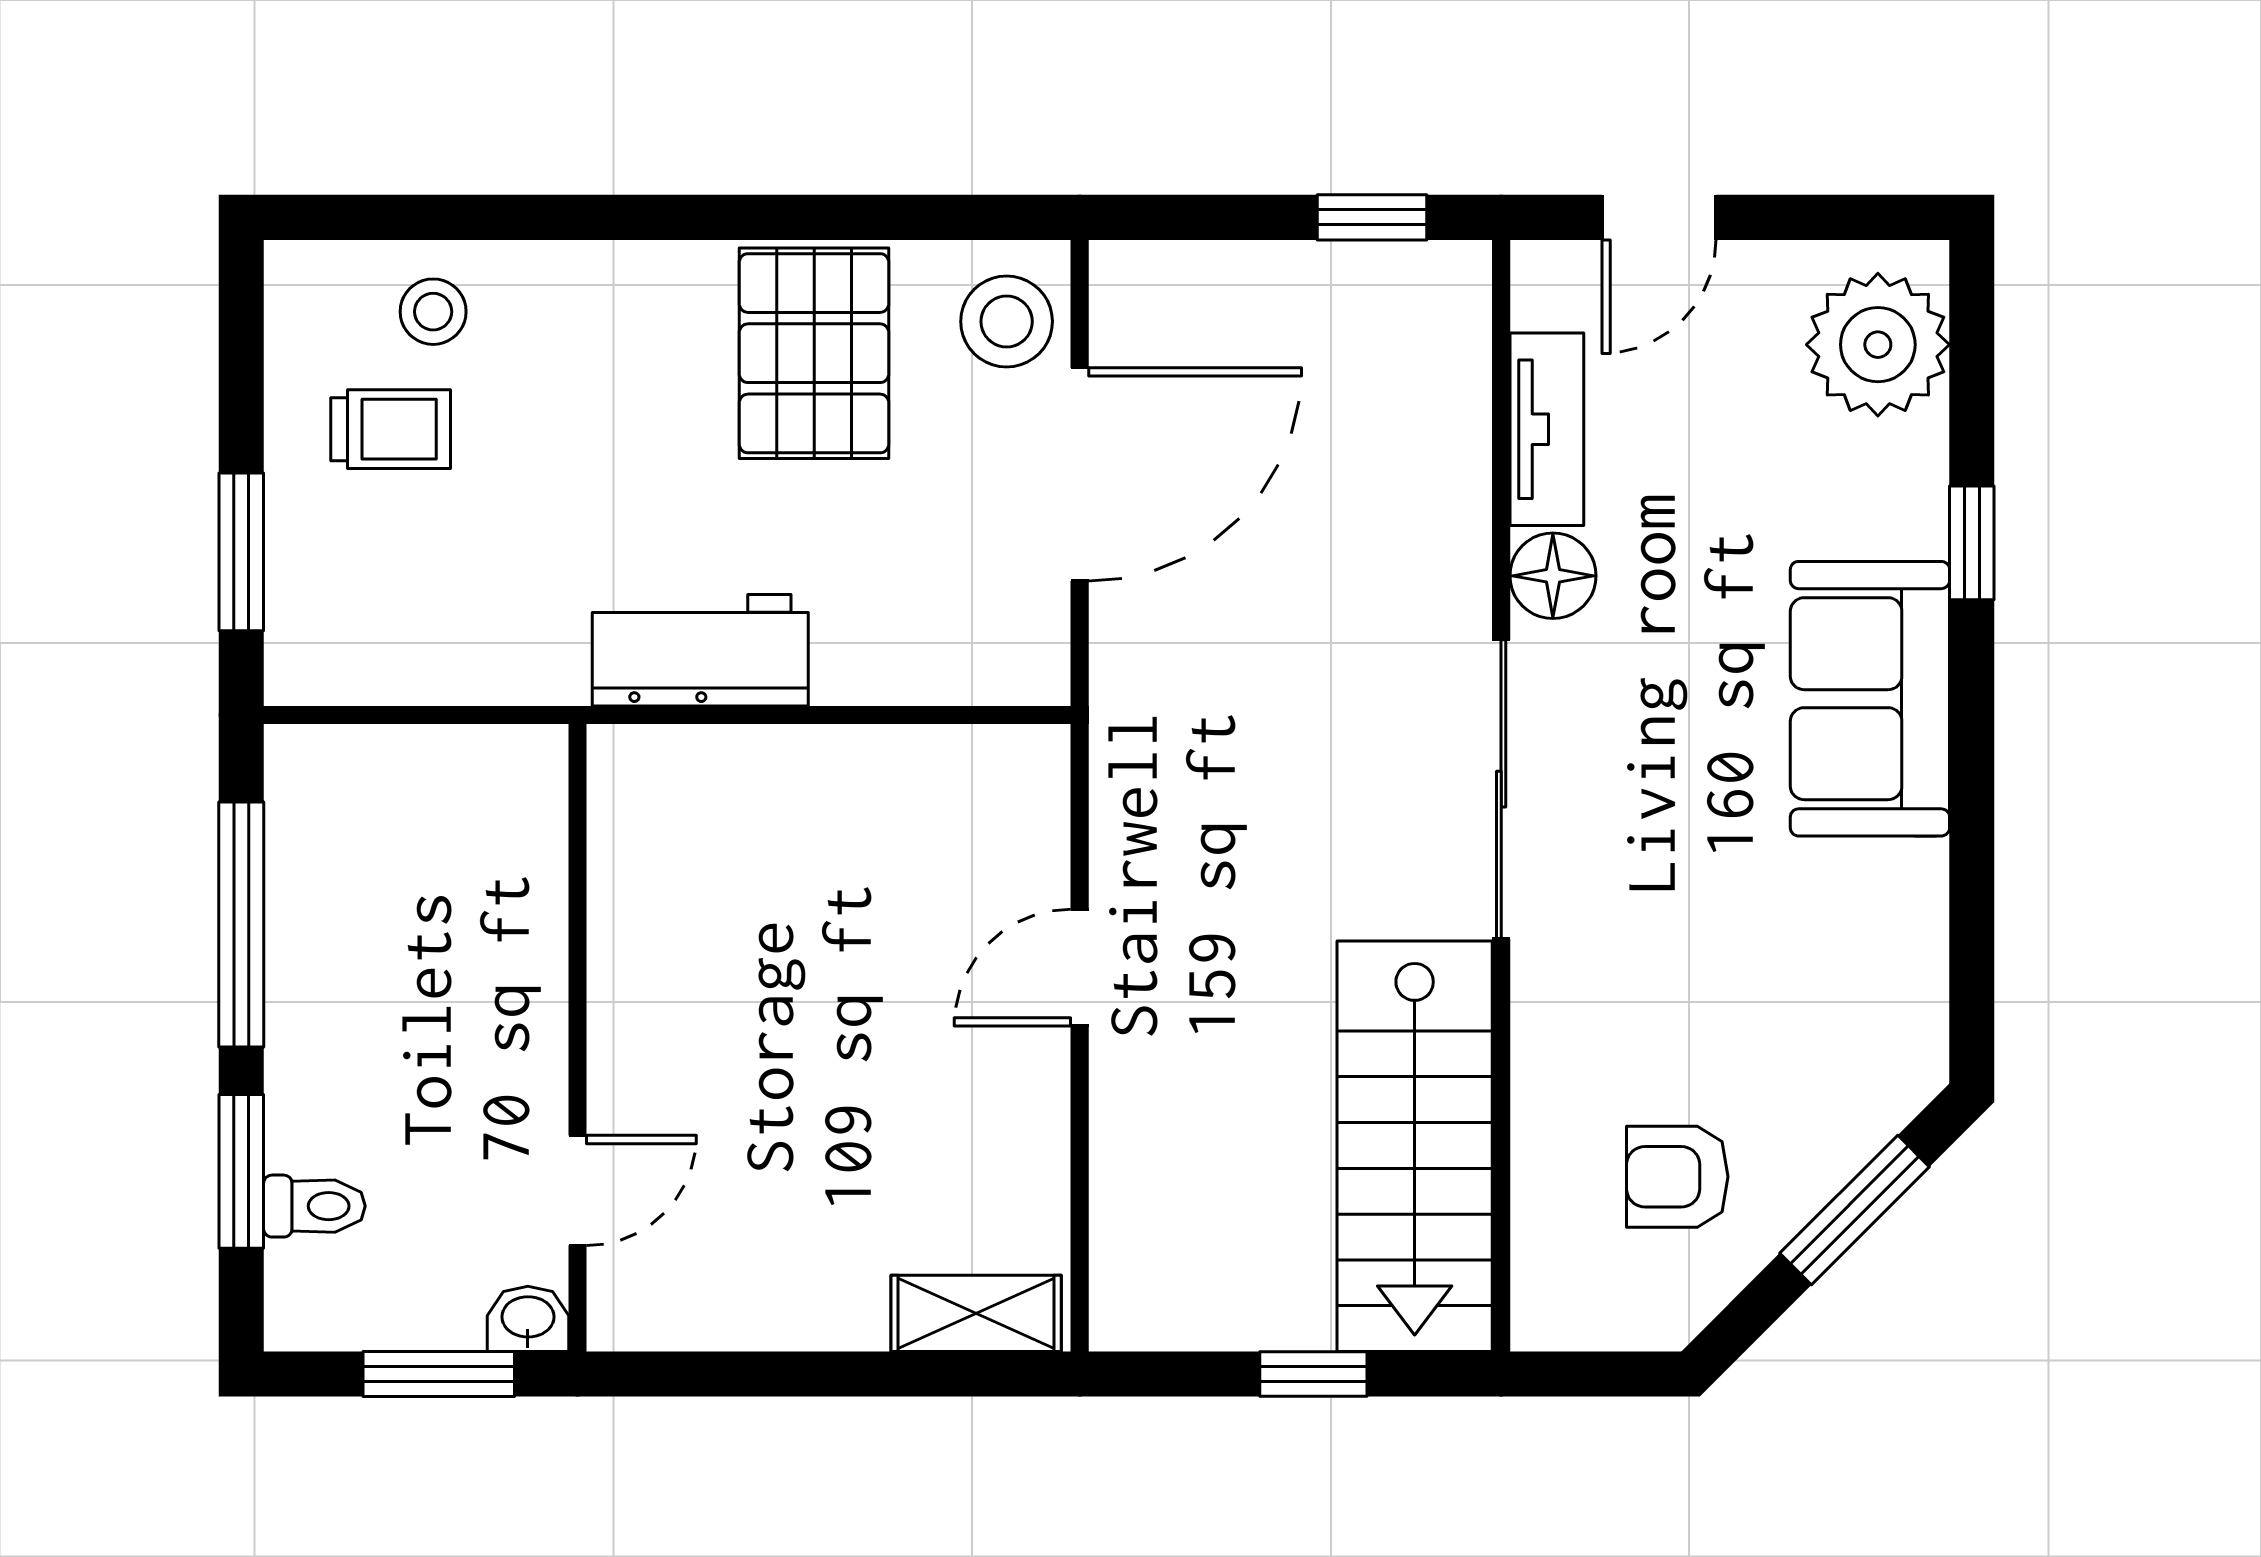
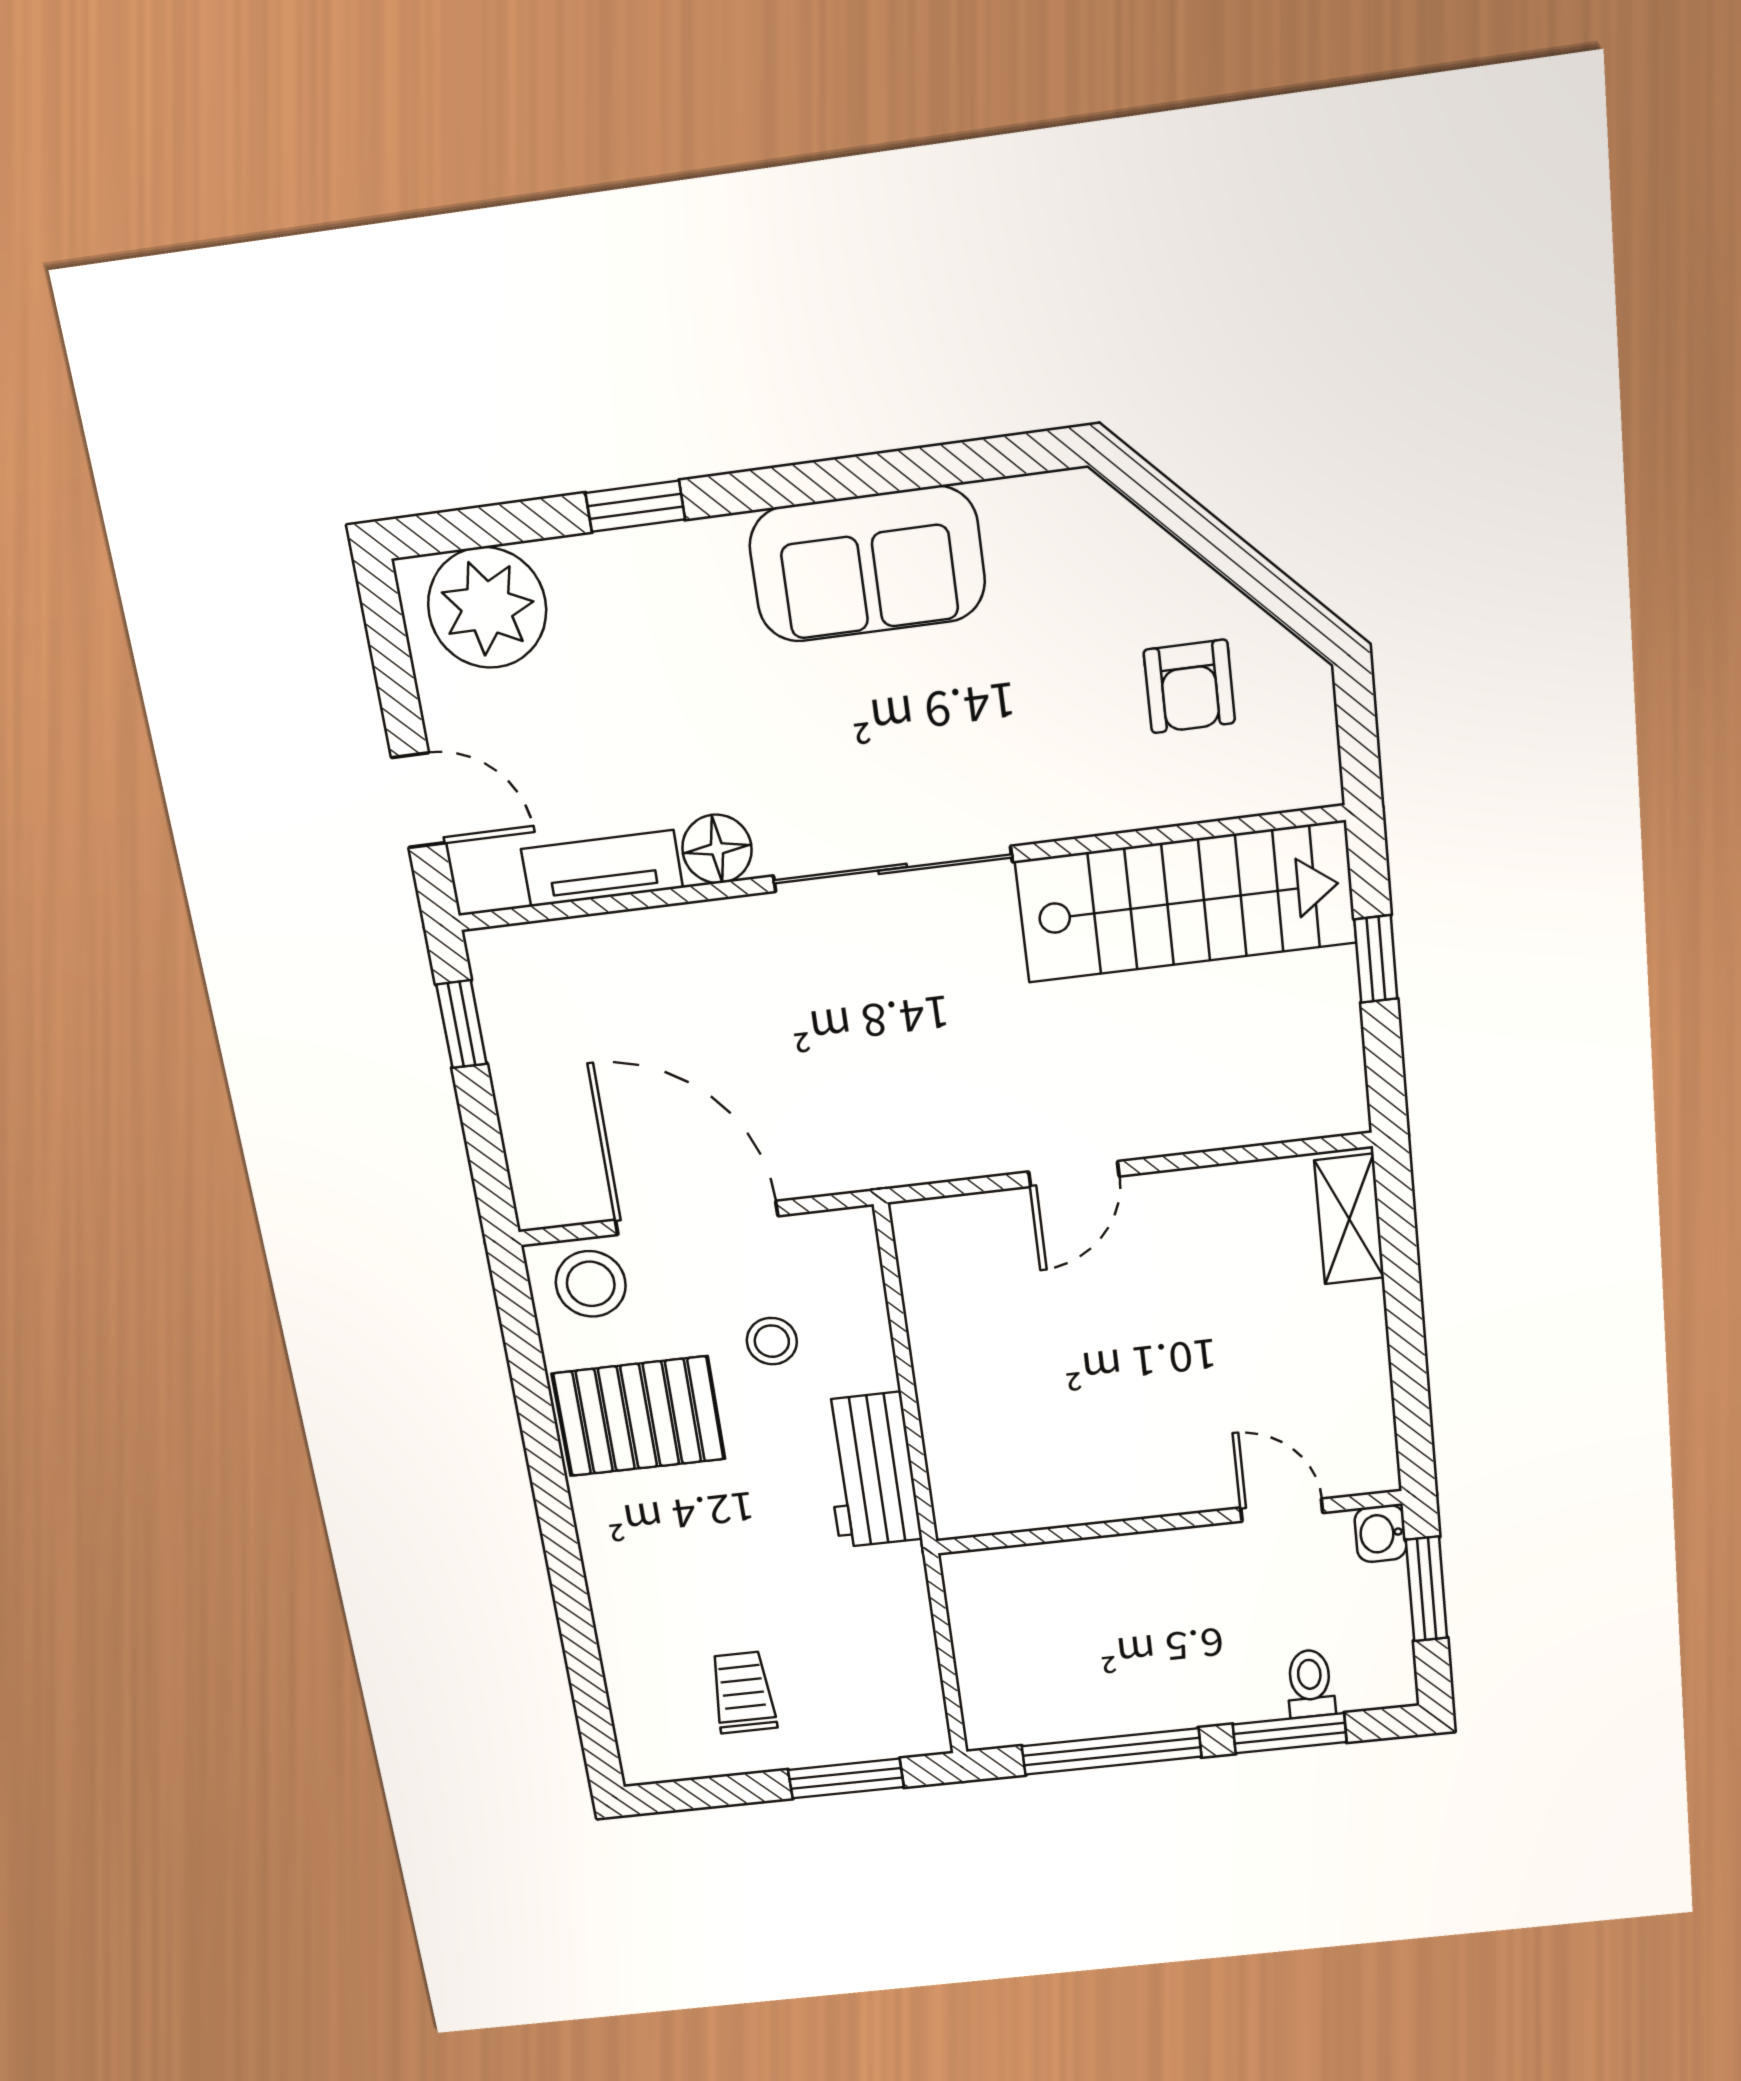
stool: (433, 312) -> (772, 1341), moved
sofa: (1870, 699) -> (867, 564), moved
door: (1080, 968) -> (1074, 1174), hinge flipped
window: (1855, 1210) -> (1202, 533), removed

